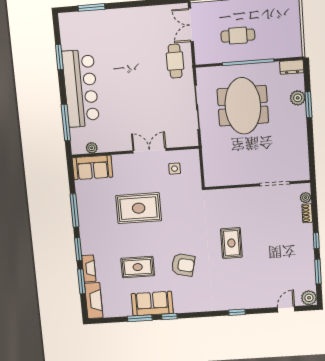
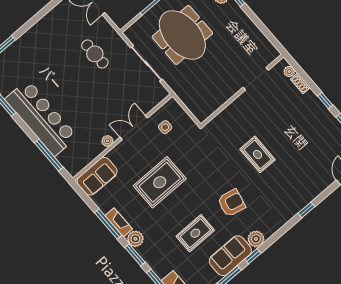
cafe table: (175, 61) -> (95, 54), moved
plant: (92, 148) -> (107, 141), moved
plant: (88, 237) -> (135, 239), added
fireplace: (89, 268) -> (119, 222), moved
plant: (182, 305) -> (256, 239), added

